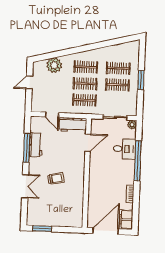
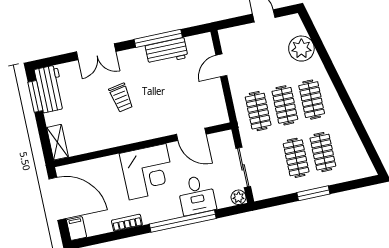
workbench: (73, 125) -> (50, 89), moved, turned 180
corner desk: (103, 174) -> (148, 172), added
filing cabinet: (126, 220) -> (76, 229), width x0.50
shelving: (72, 223) -> (57, 142), added

